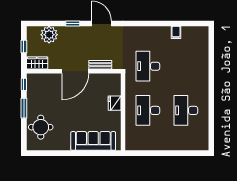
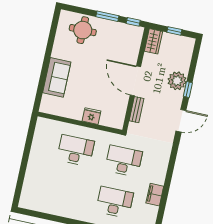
filing cabinet: (176, 32) -> (155, 195), width x2.00
plant: (49, 35) -> (177, 81), moved
desk: (186, 110) -> (115, 202), moved
sofa: (93, 141) -> (57, 77), width x0.73

